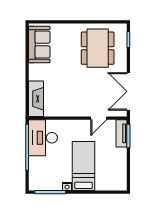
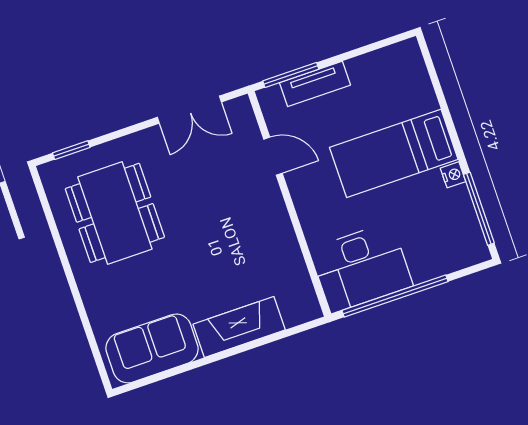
dining table: (98, 48) -> (115, 213), turned 90
double door: (128, 91) -> (189, 110), width x0.73
fireplace: (36, 99) -> (239, 327), moved
tv unit: (122, 133) -> (315, 84), moved

